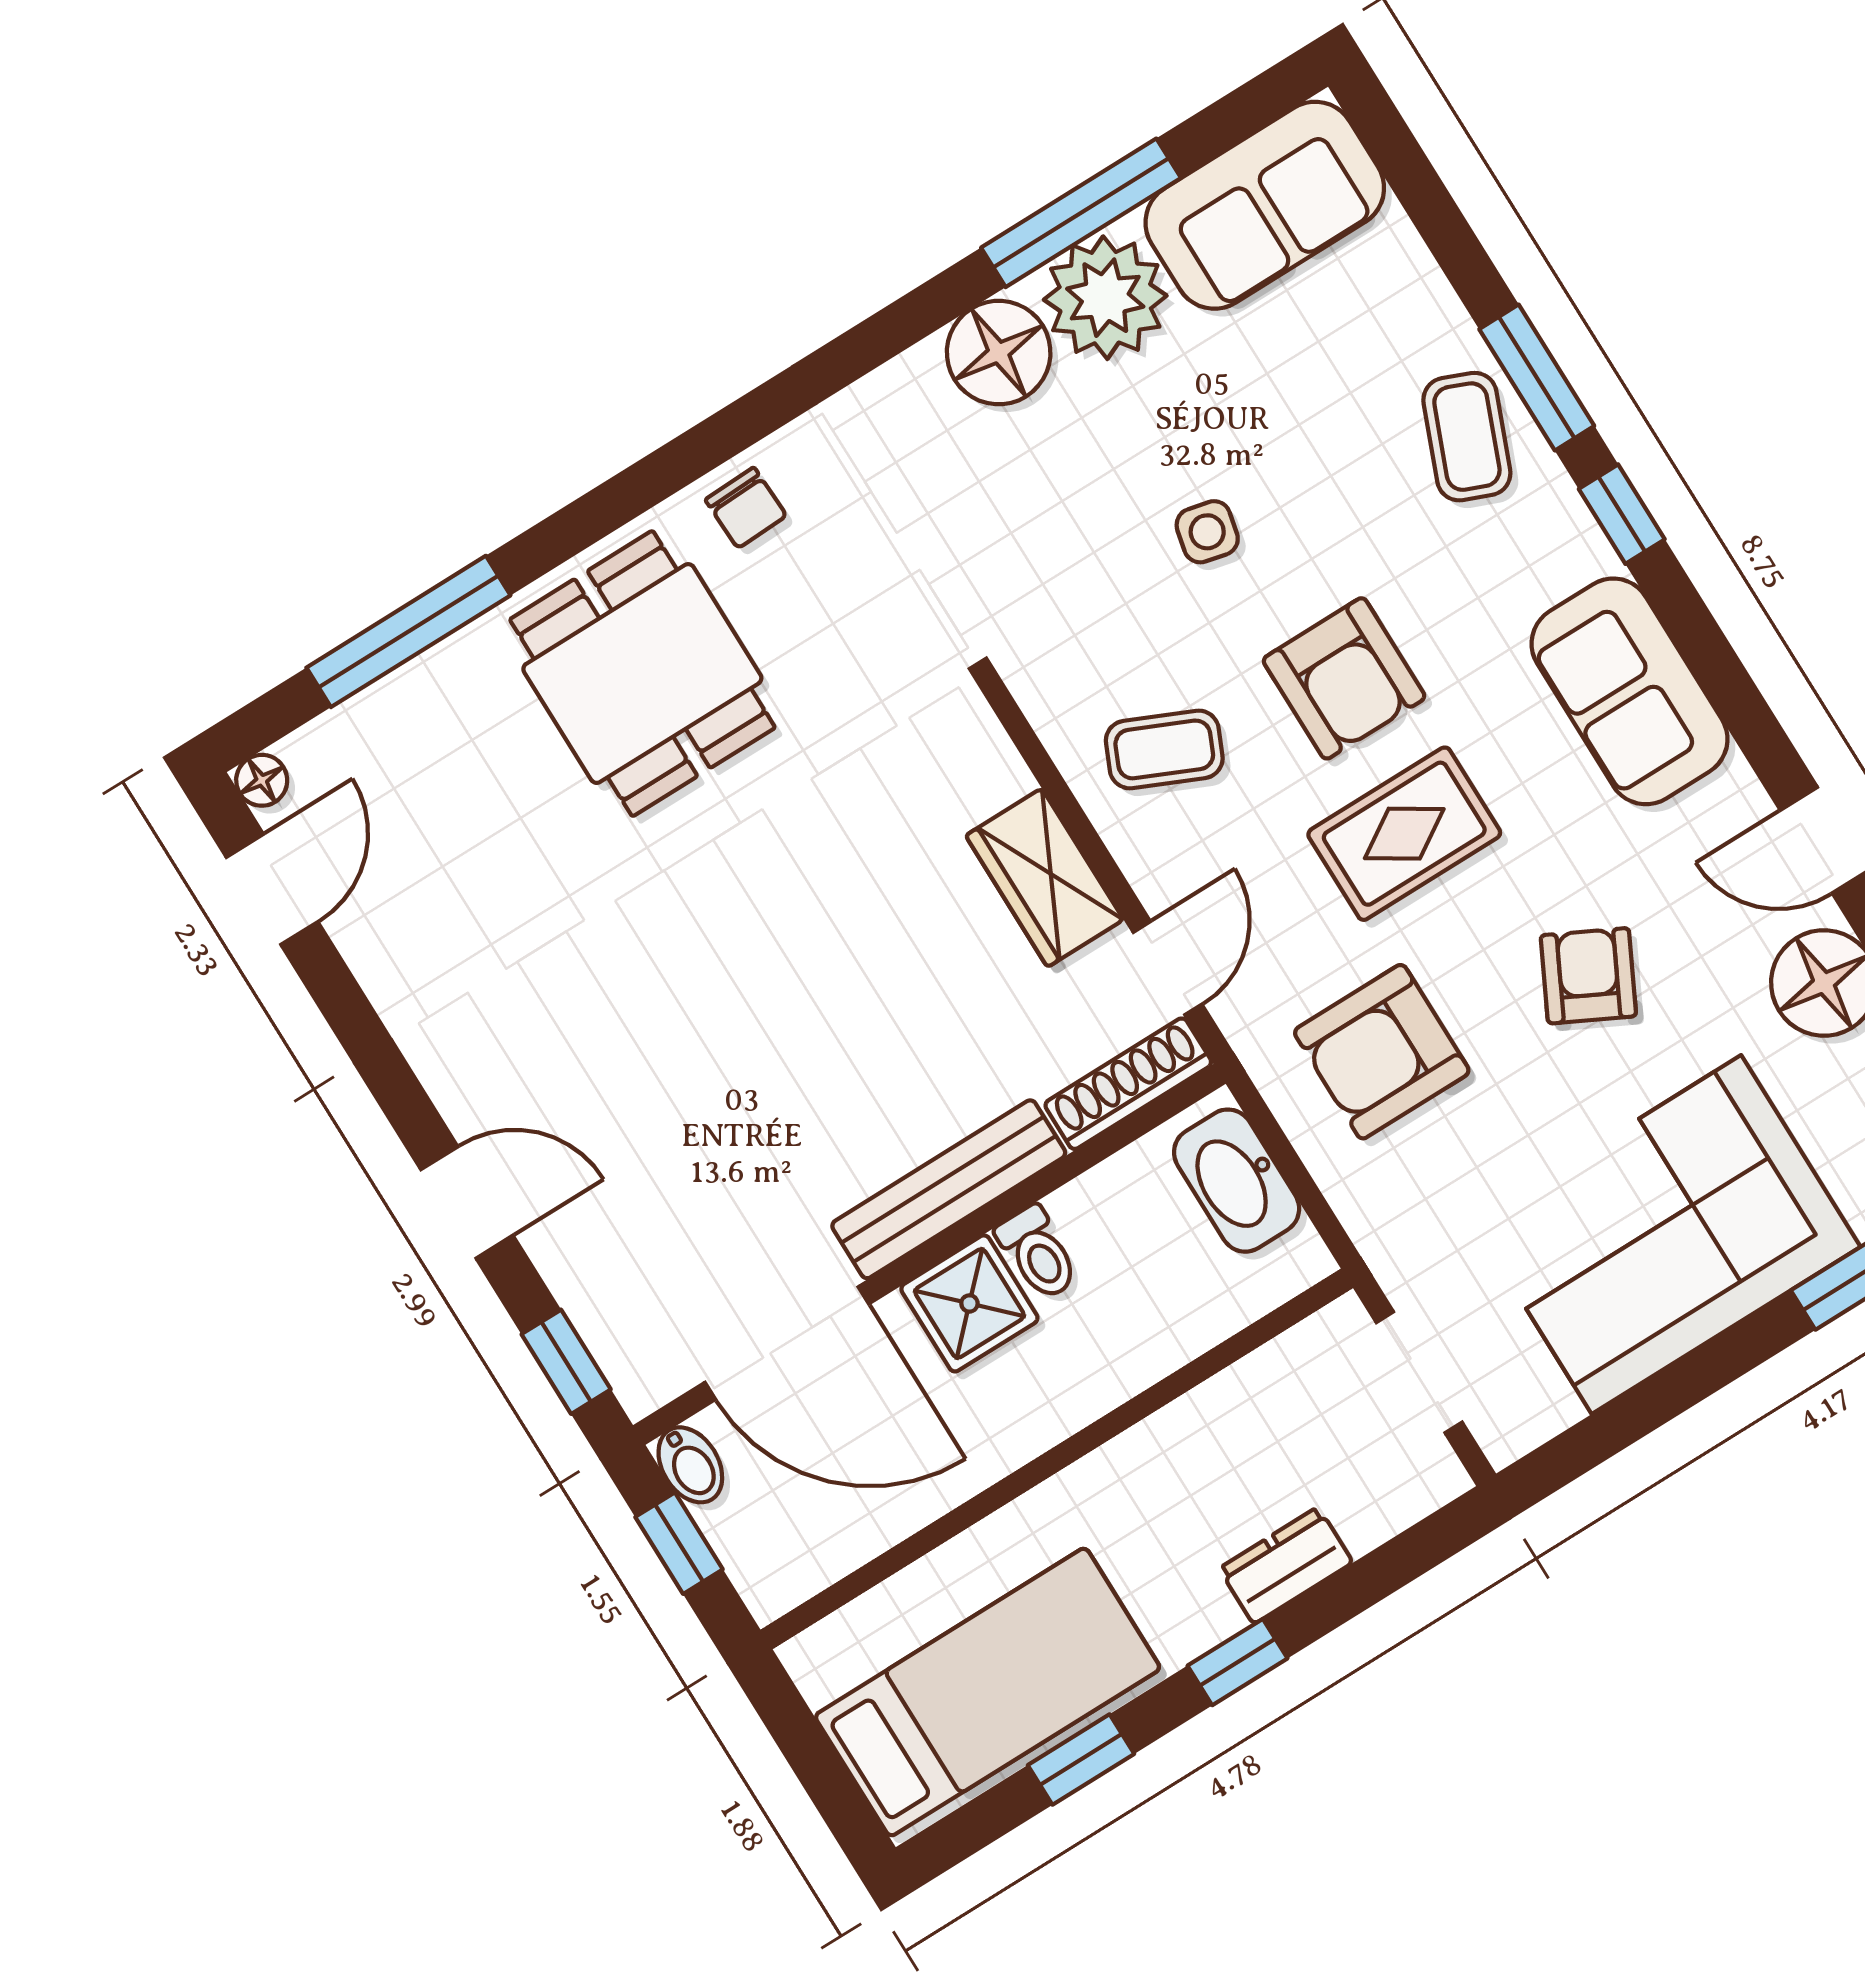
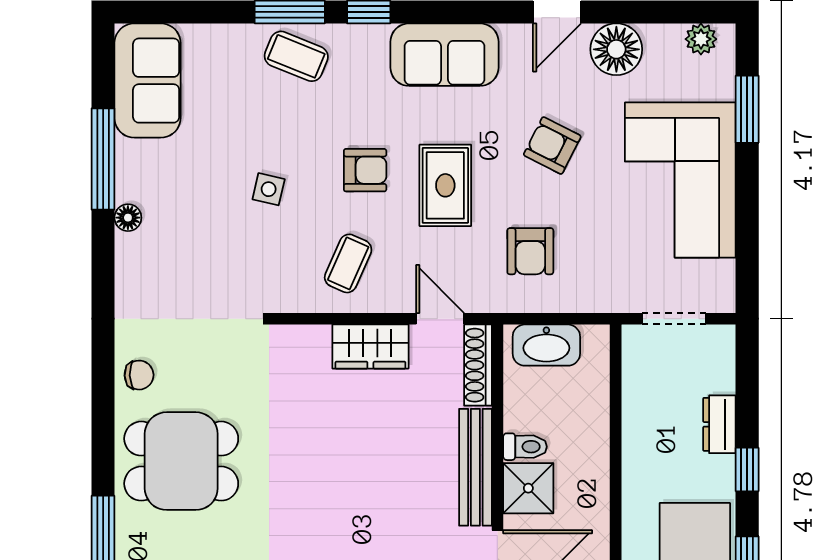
plant: (1105, 298) -> (145, 171), removed
floor lamp: (999, 353) -> (128, 218), width x0.53, depth x0.53
armchair: (1344, 678) -> (365, 170), width x0.72, depth x0.72
armchair: (1382, 1052) -> (530, 251), width x0.72, depth x0.72

